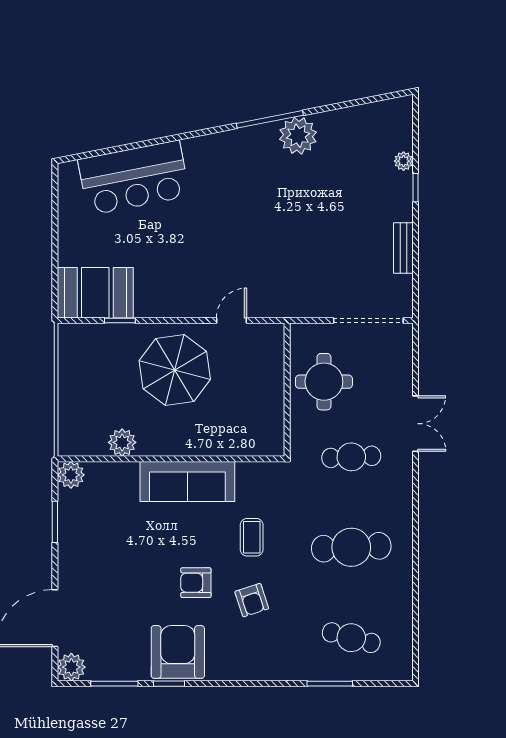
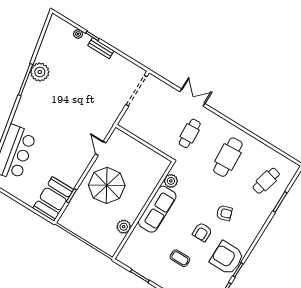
bench: (403, 248) -> (101, 48), moved
round table: (324, 382) -> (151, 125), removed
plant: (71, 475) -> (171, 181), moved
coffee table: (252, 537) -> (180, 258), moved

